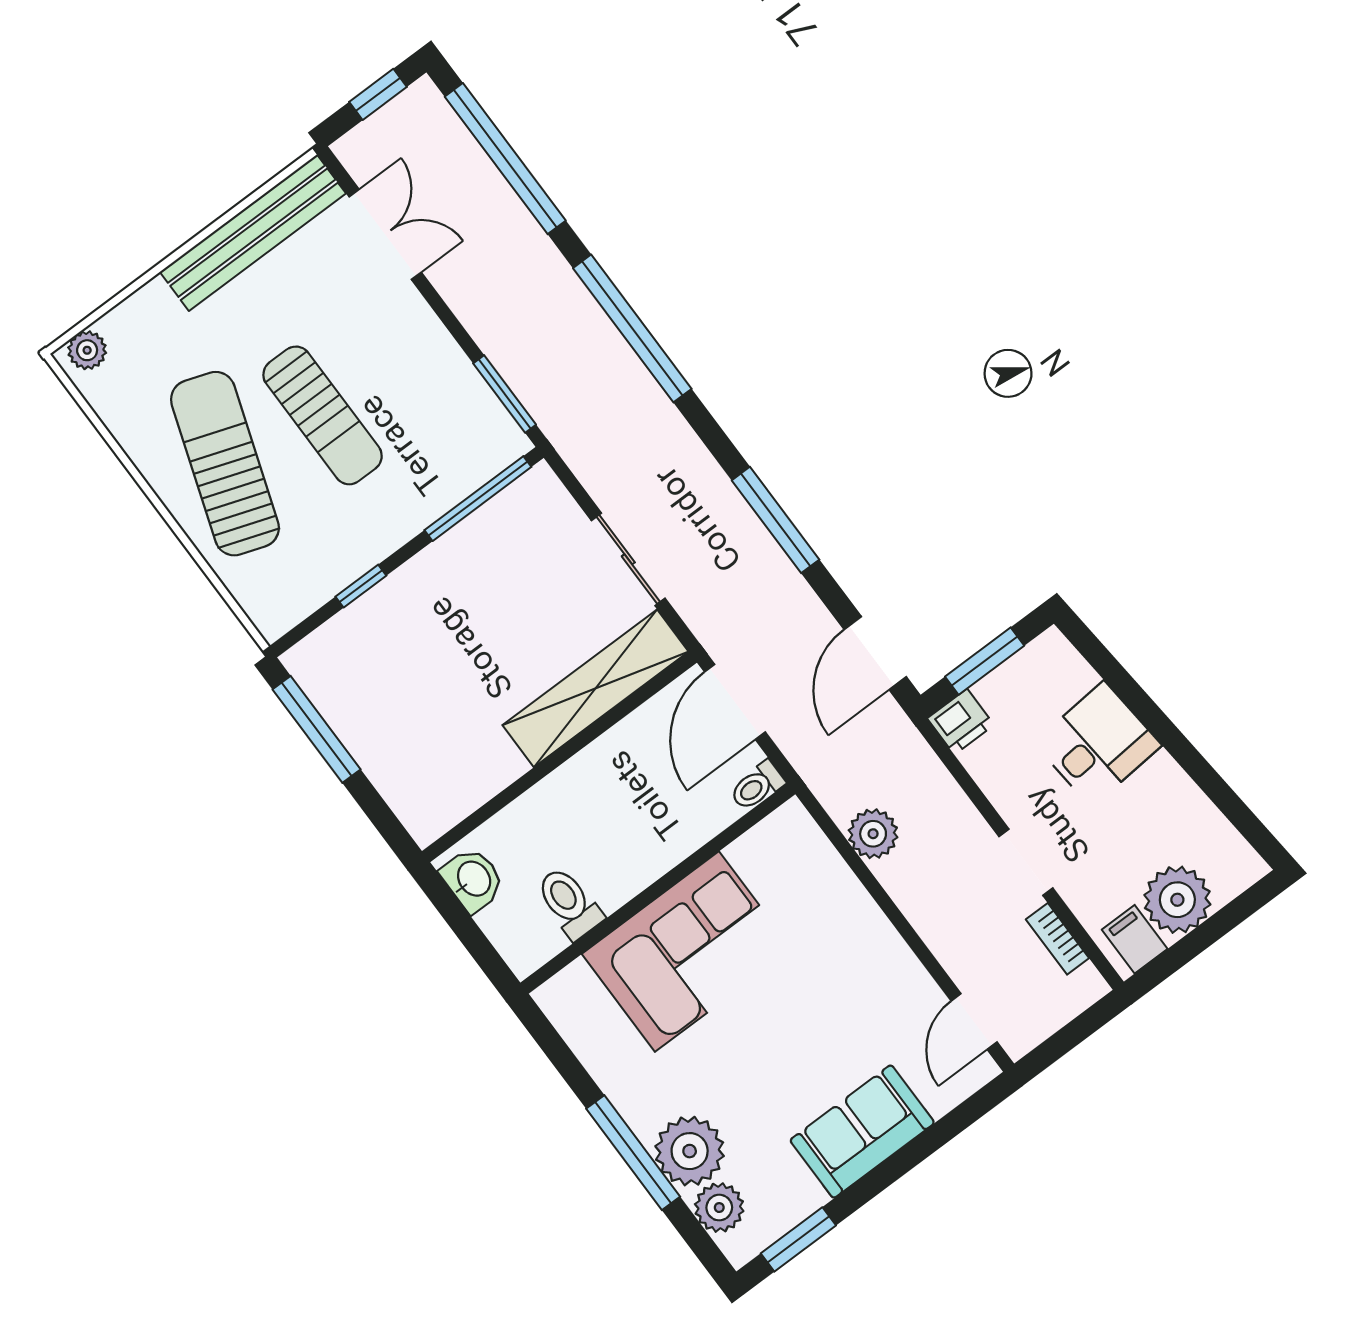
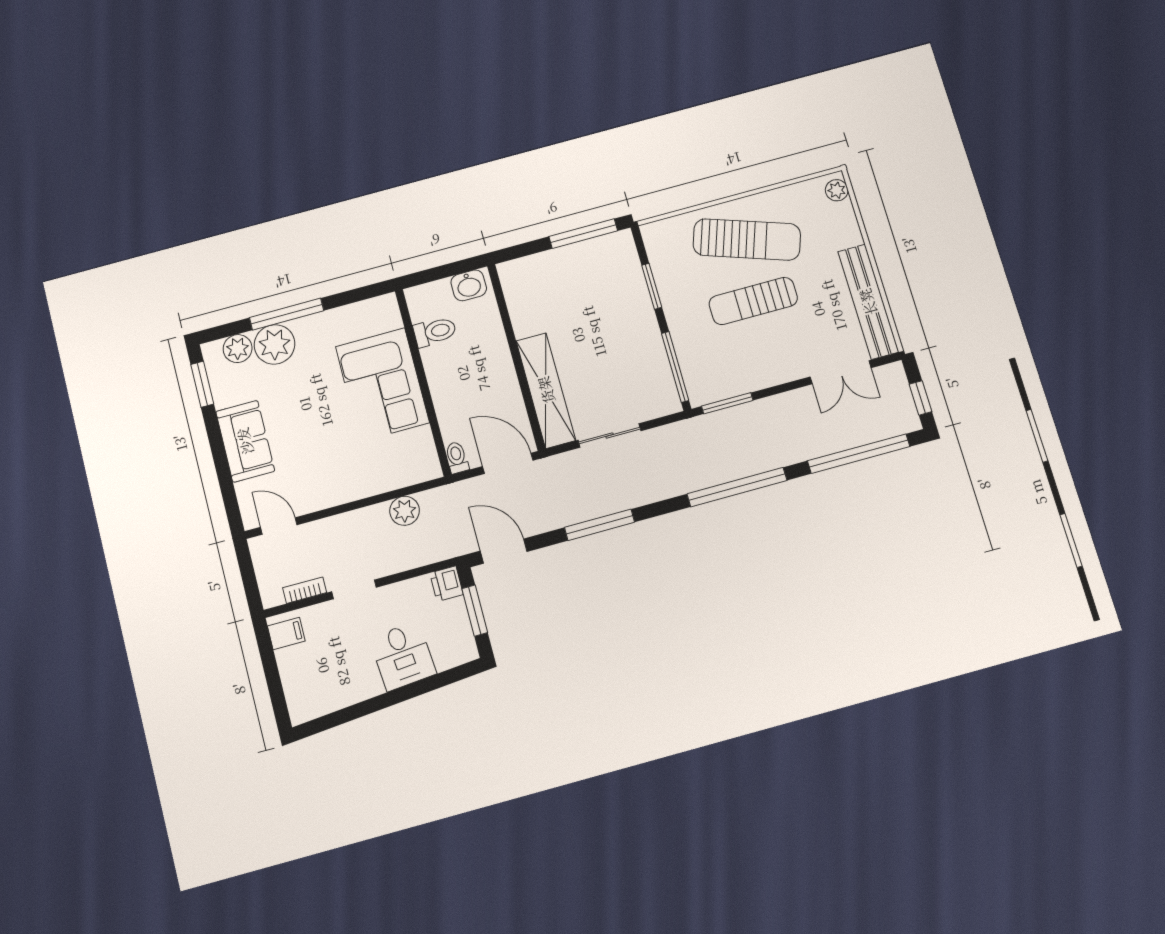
window: (361, 586) -> (652, 286), width x1.50
plant: (1177, 900) -> (298, 666), removed

